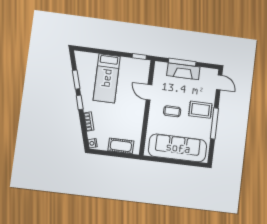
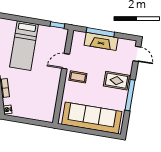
door: (149, 92) -> (66, 61), hinge flipped
coffee table: (172, 111) -> (78, 77), moved
cot: (121, 146) -> (35, 113), removed

